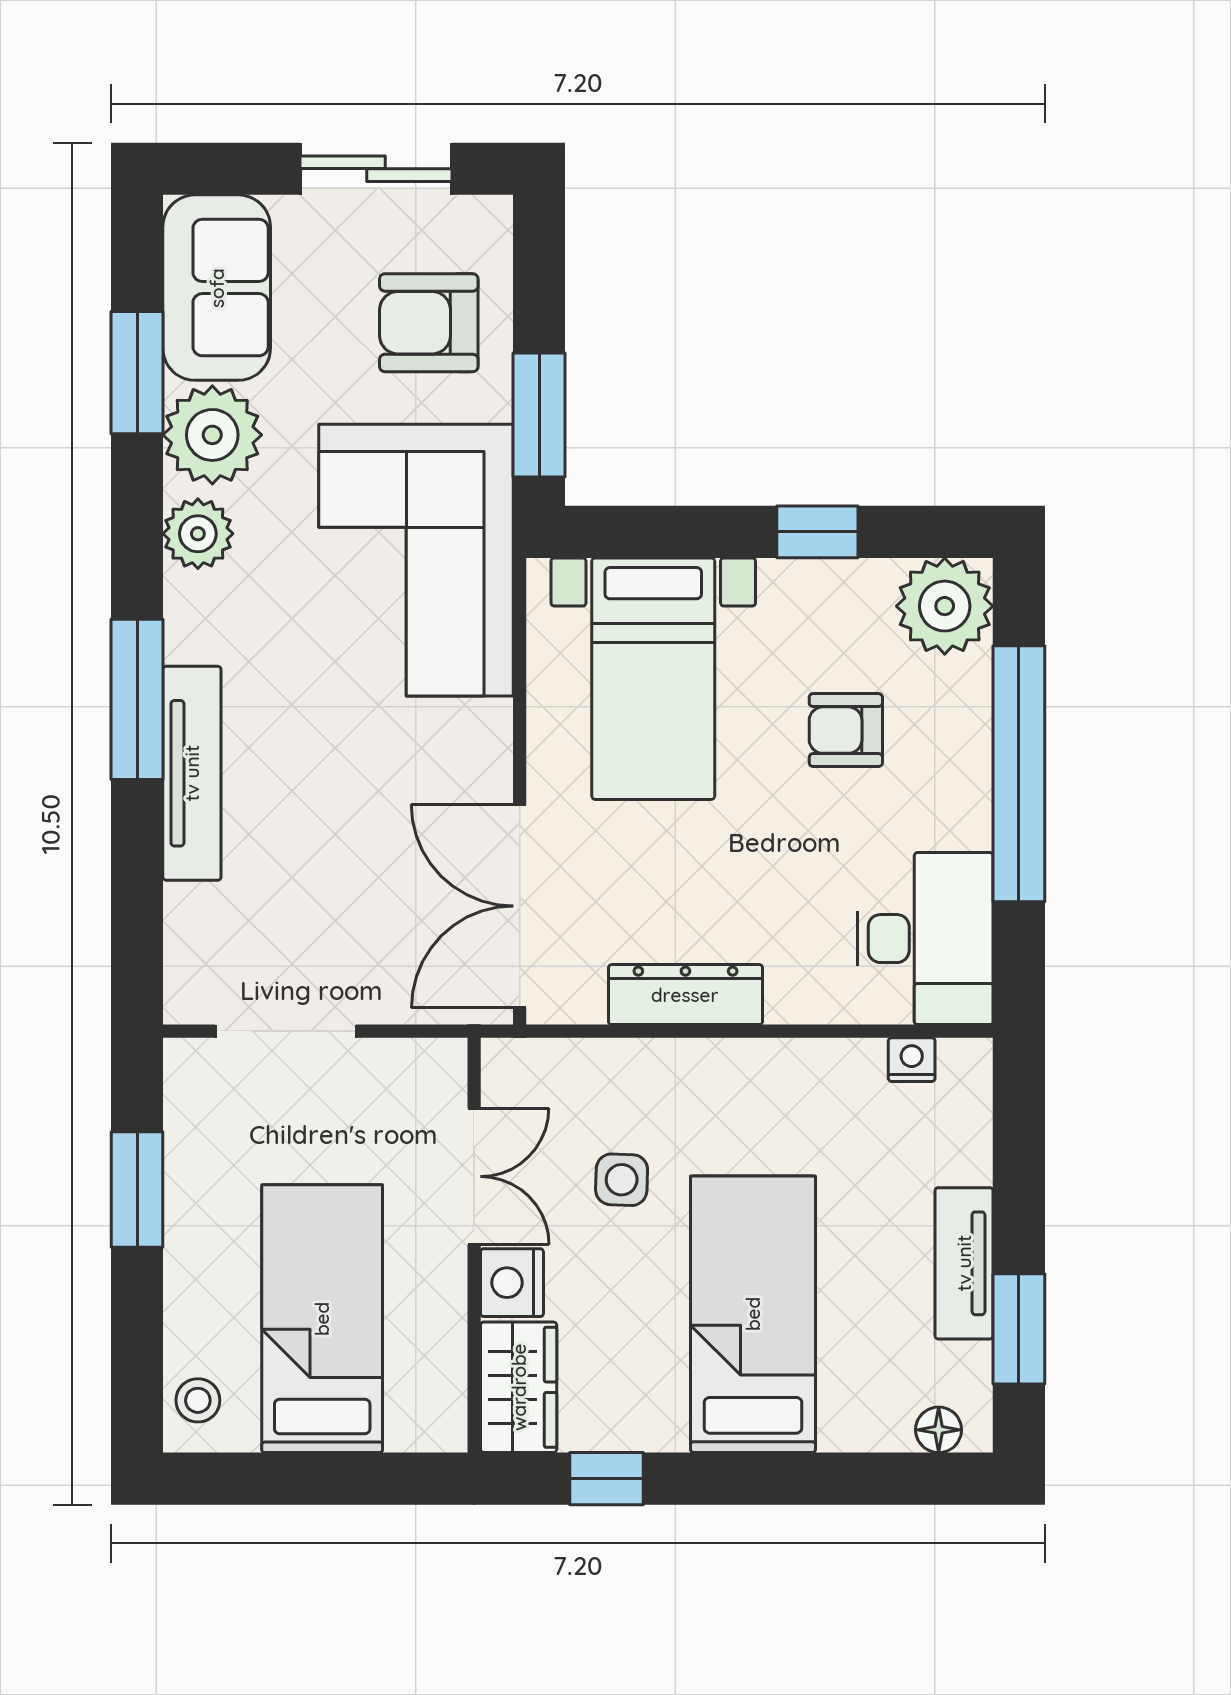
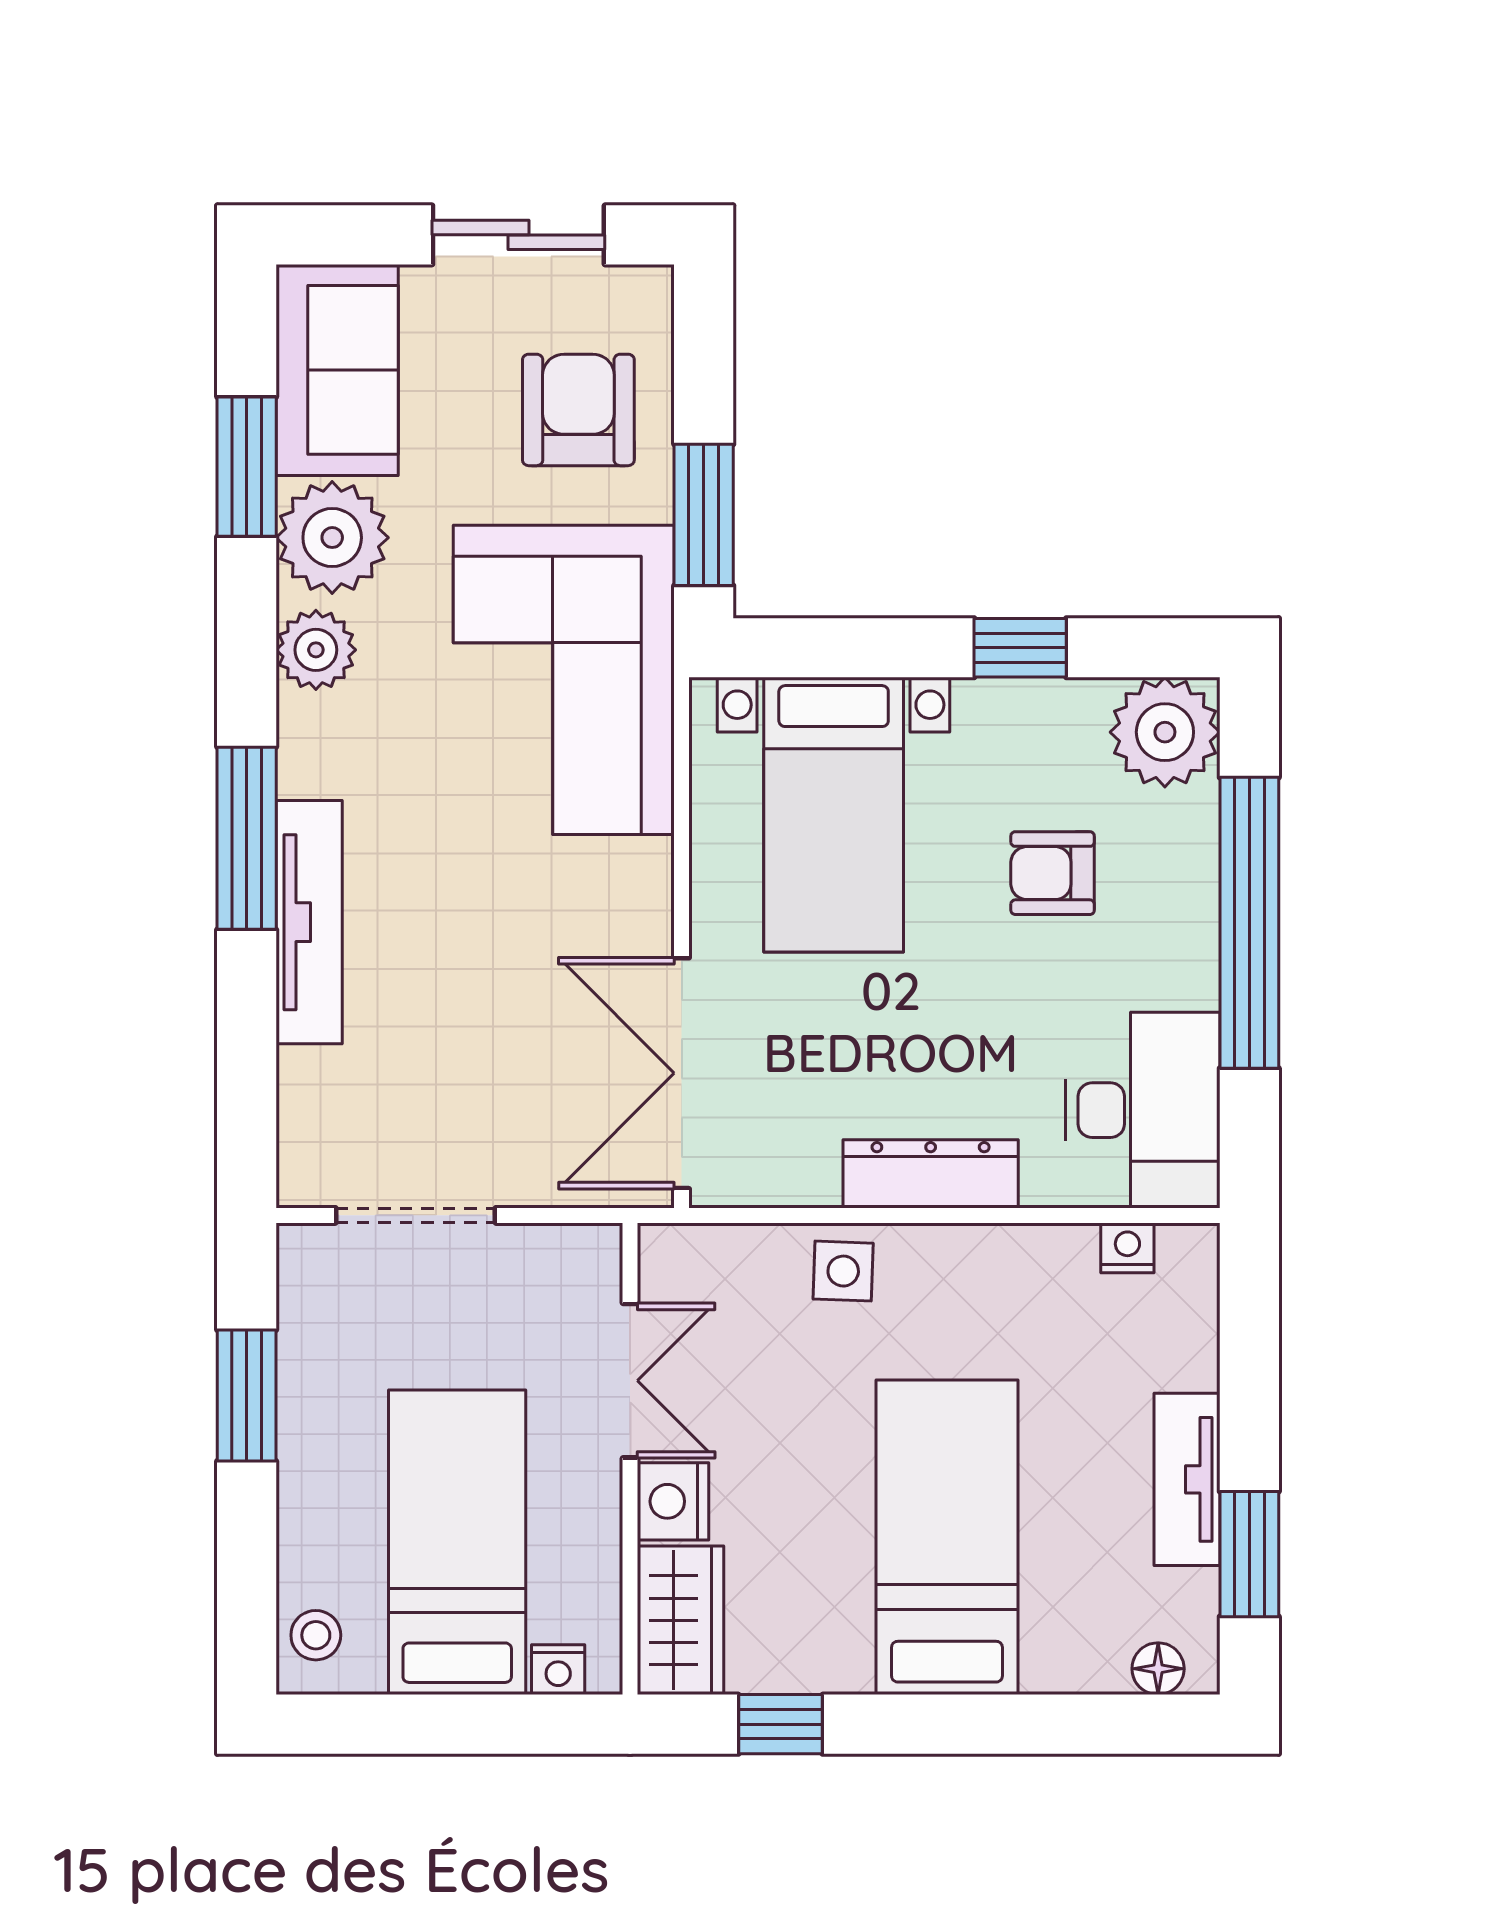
armchair: (429, 323) -> (578, 410), turned 90
dresser: (685, 995) -> (931, 1174), moved
side table: (622, 1180) -> (843, 1271), moved
nightstand: (411, 1431) -> (558, 1670), added

